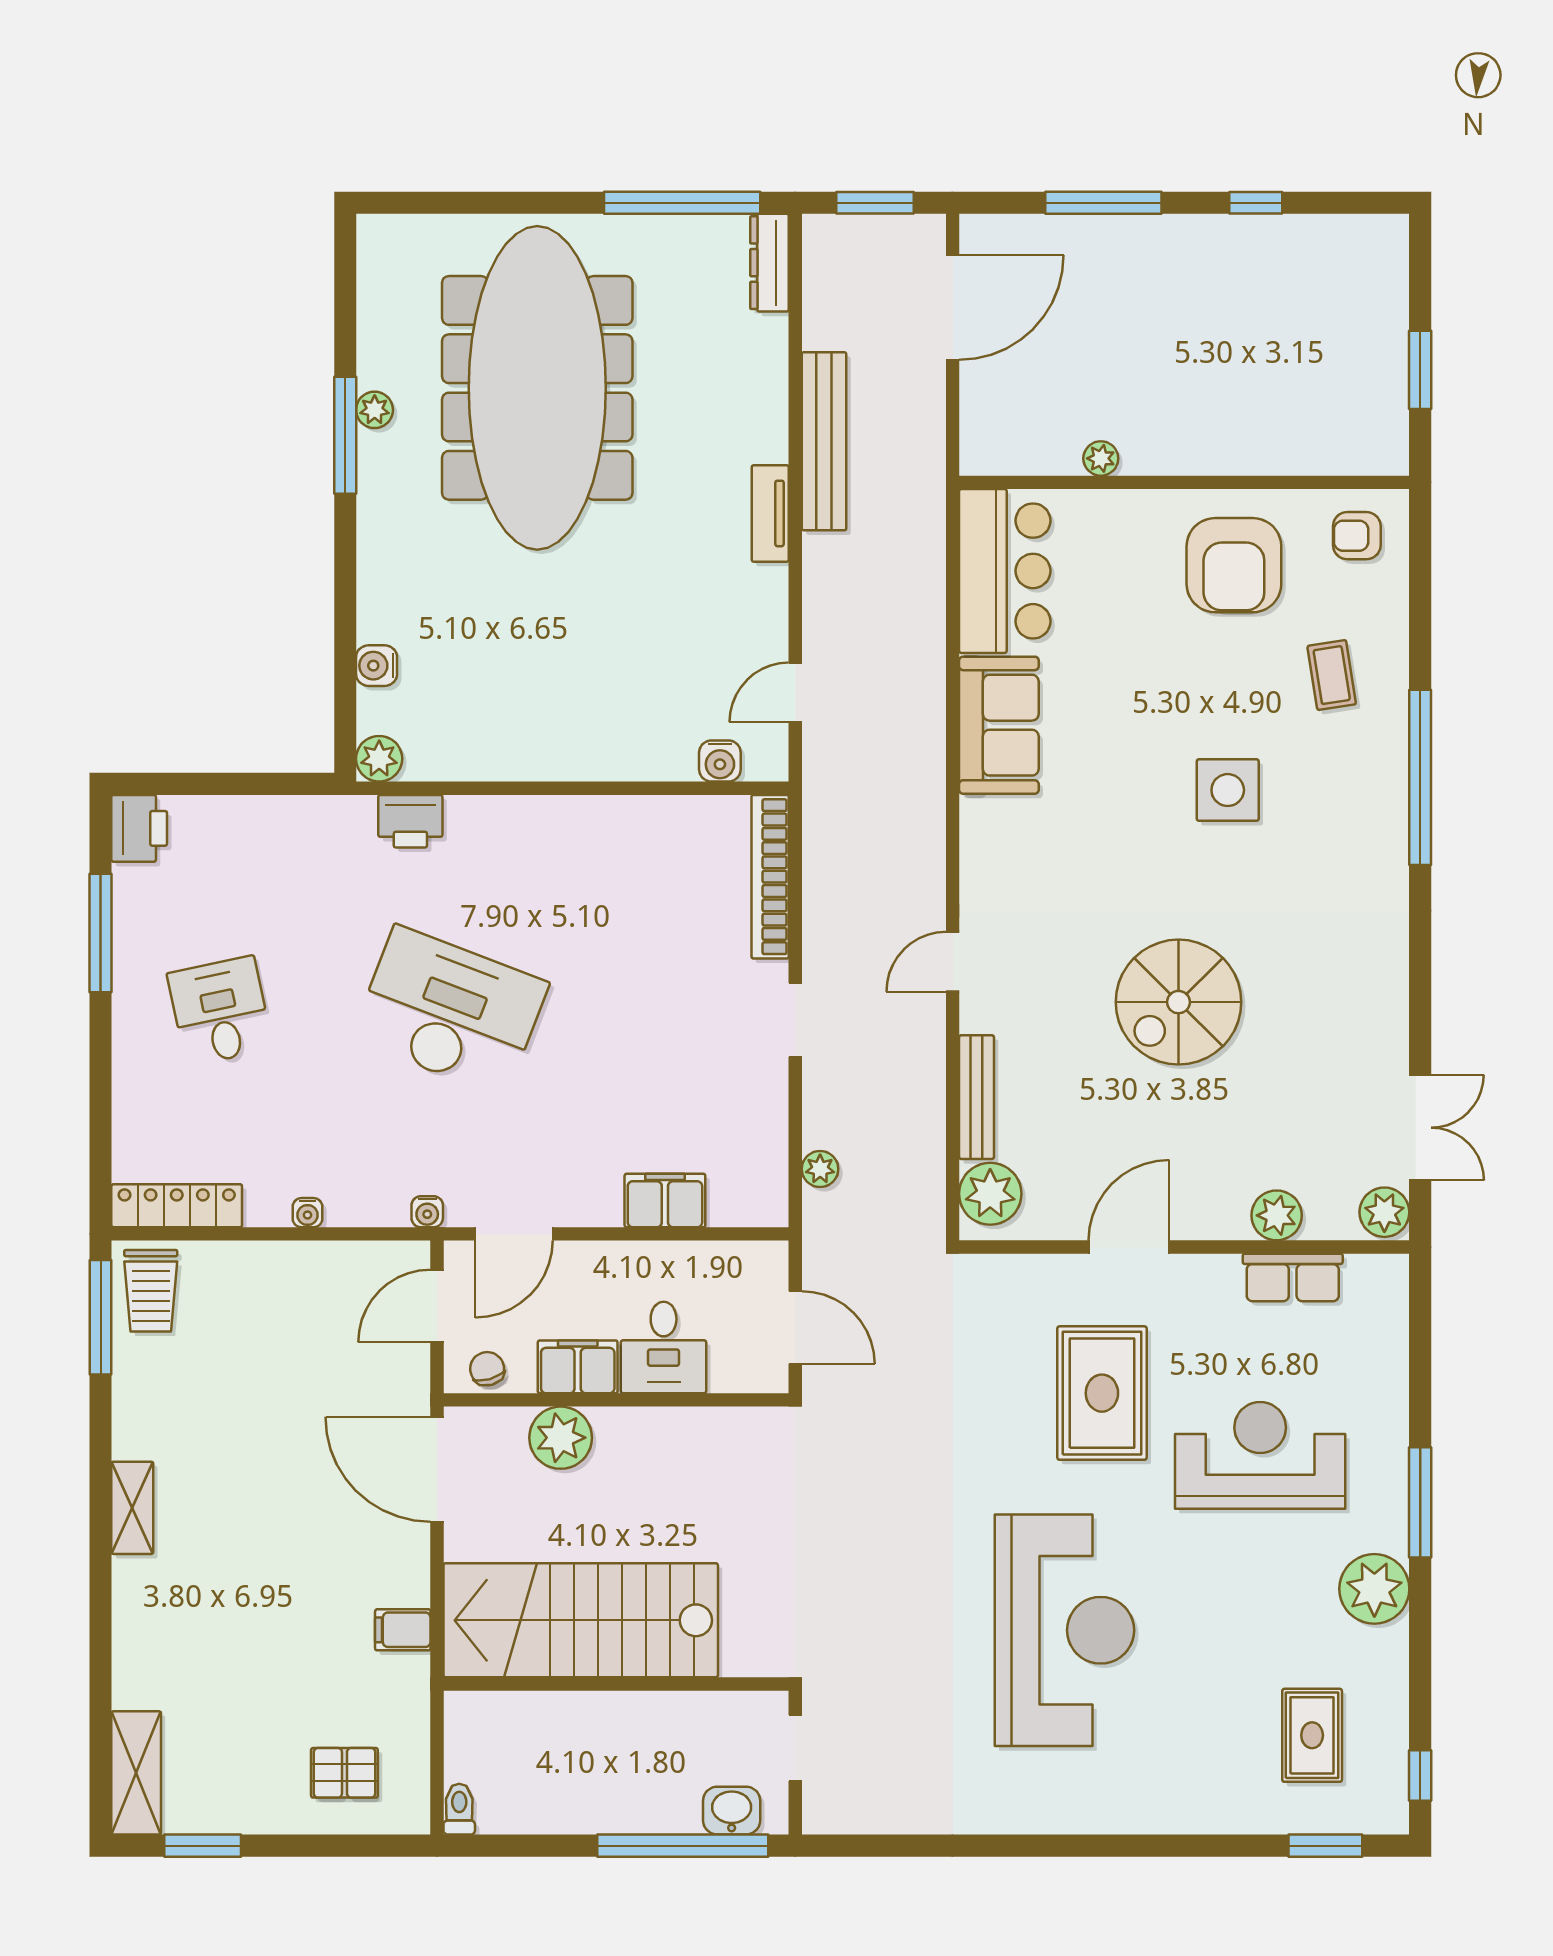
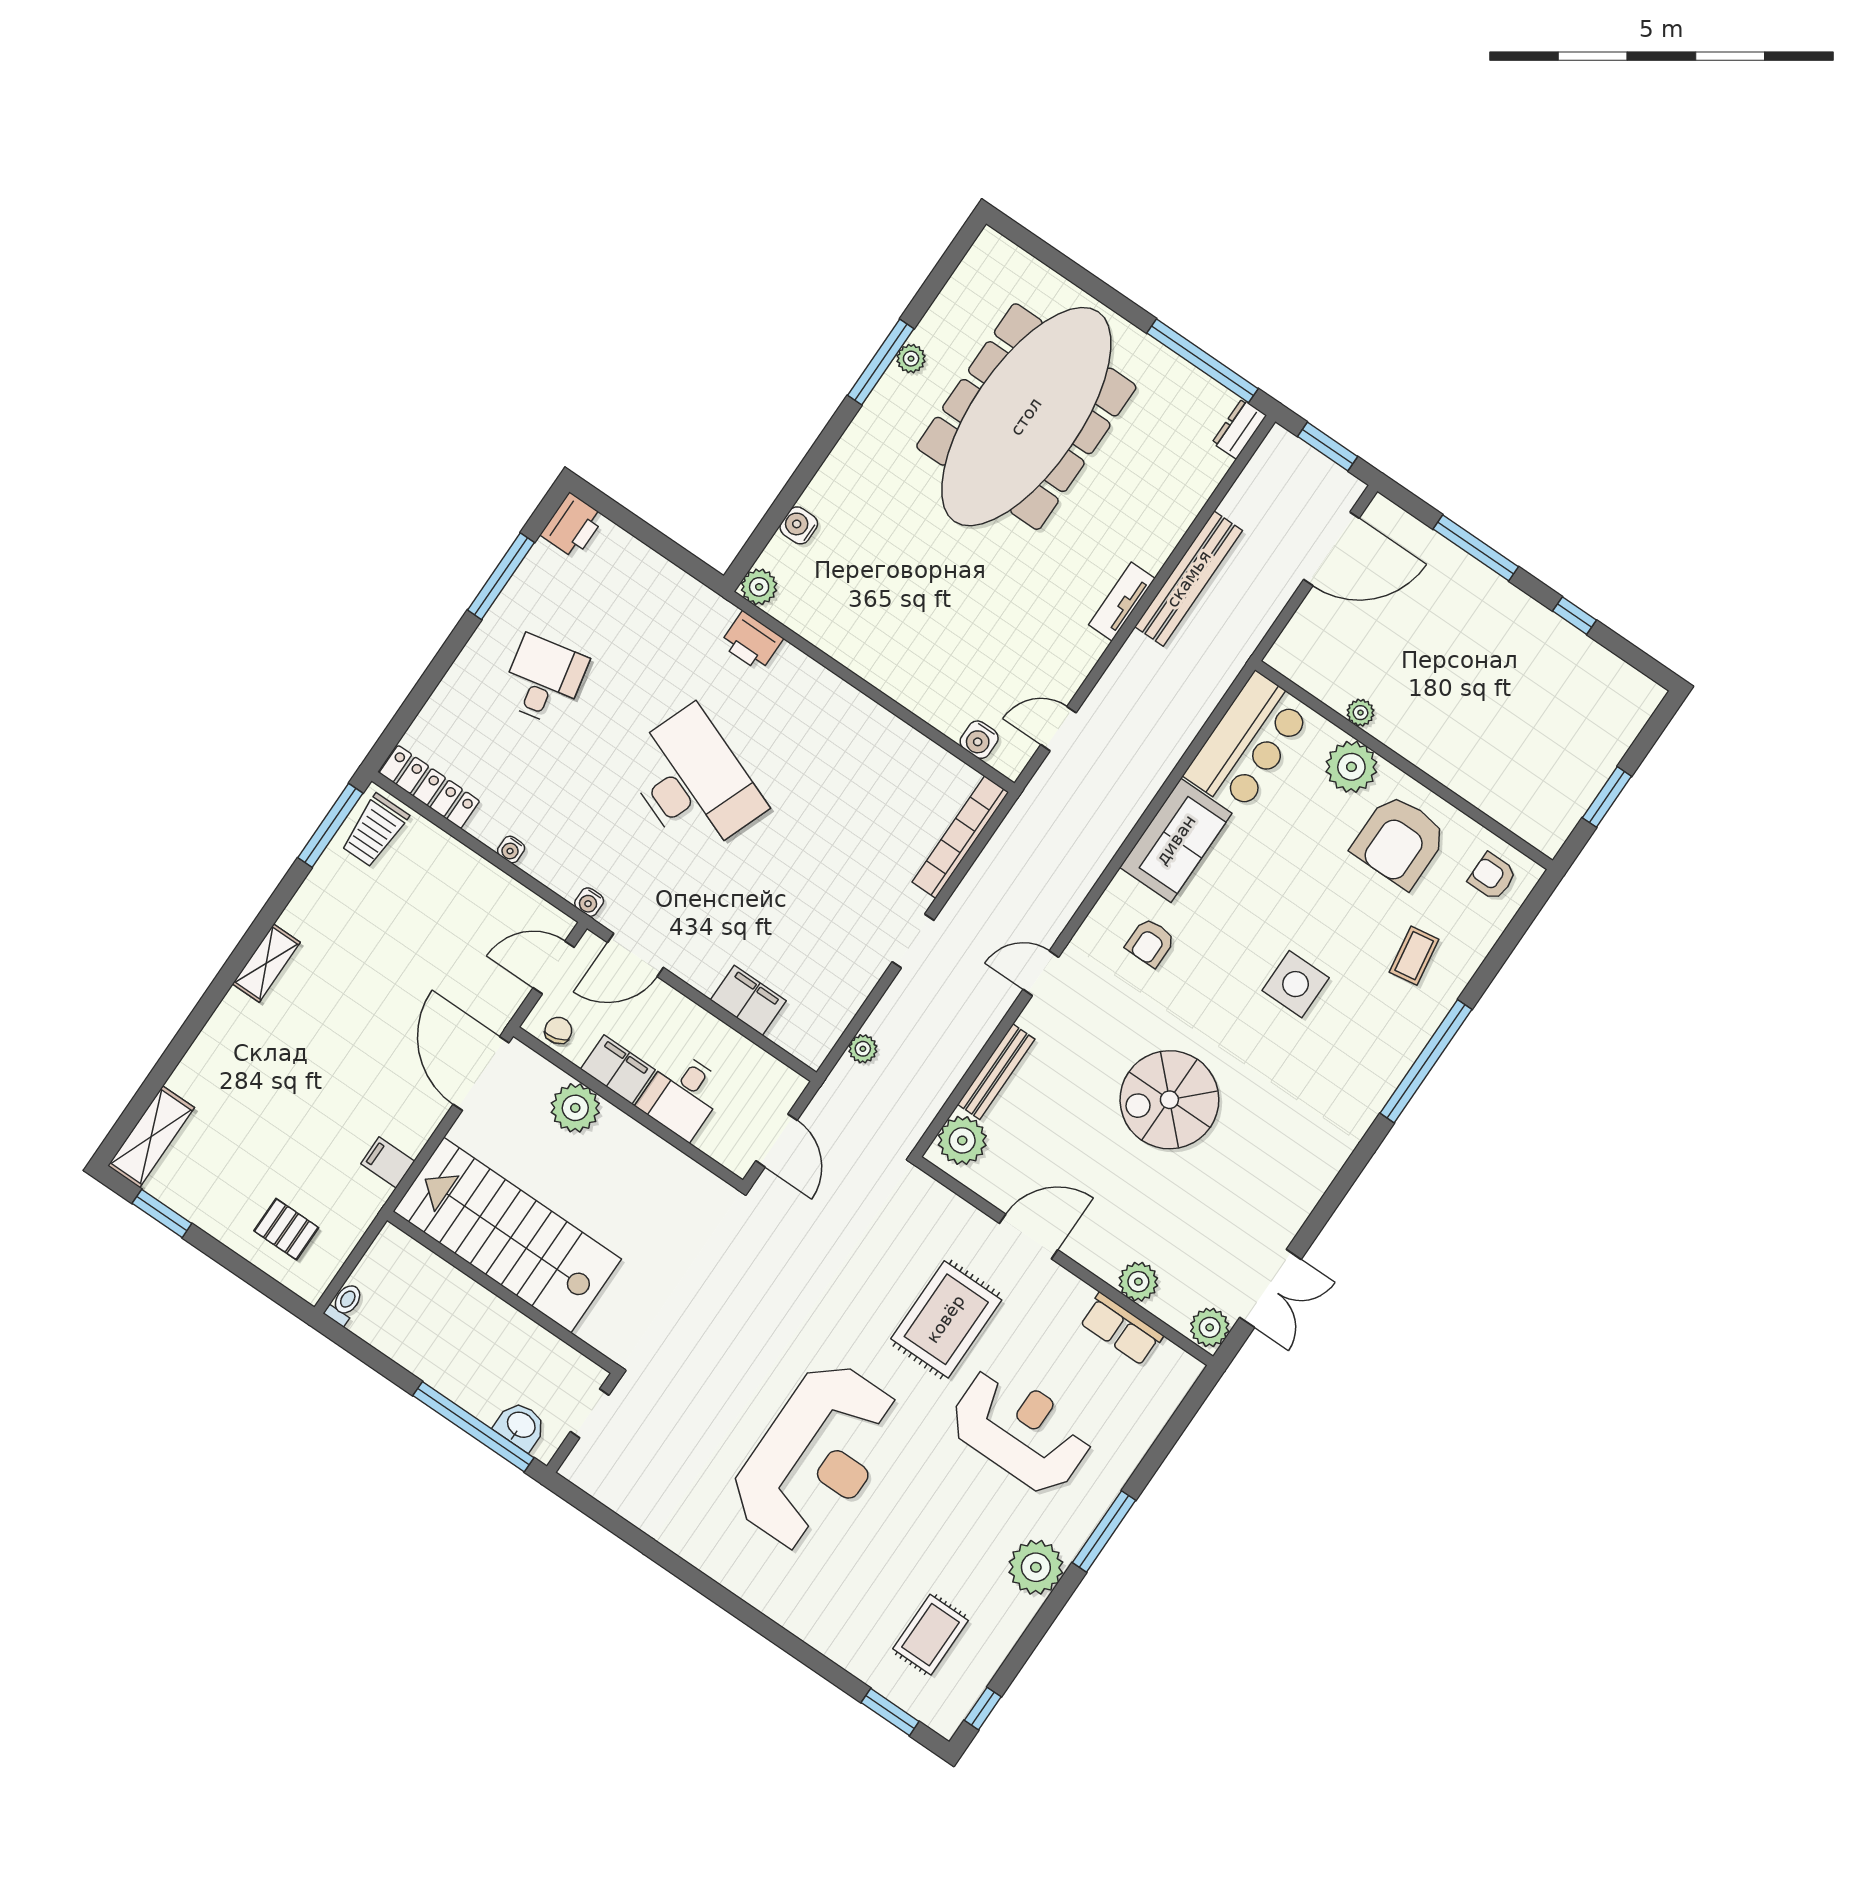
dresser: (770, 263) -> (1239, 429), width x0.70
plant: (1130, 522) -> (1351, 767), added
armchair: (1045, 851) -> (1150, 943), added

